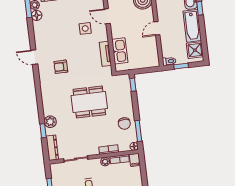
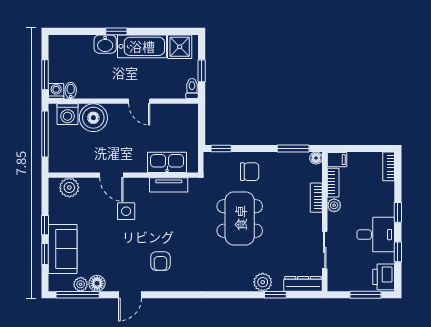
door: (107, 16) -> (111, 175), hinge flipped
door: (34, 57) -> (130, 295), moved
armchair: (61, 67) -> (160, 261), moved
chair: (124, 123) -> (250, 172), moved

